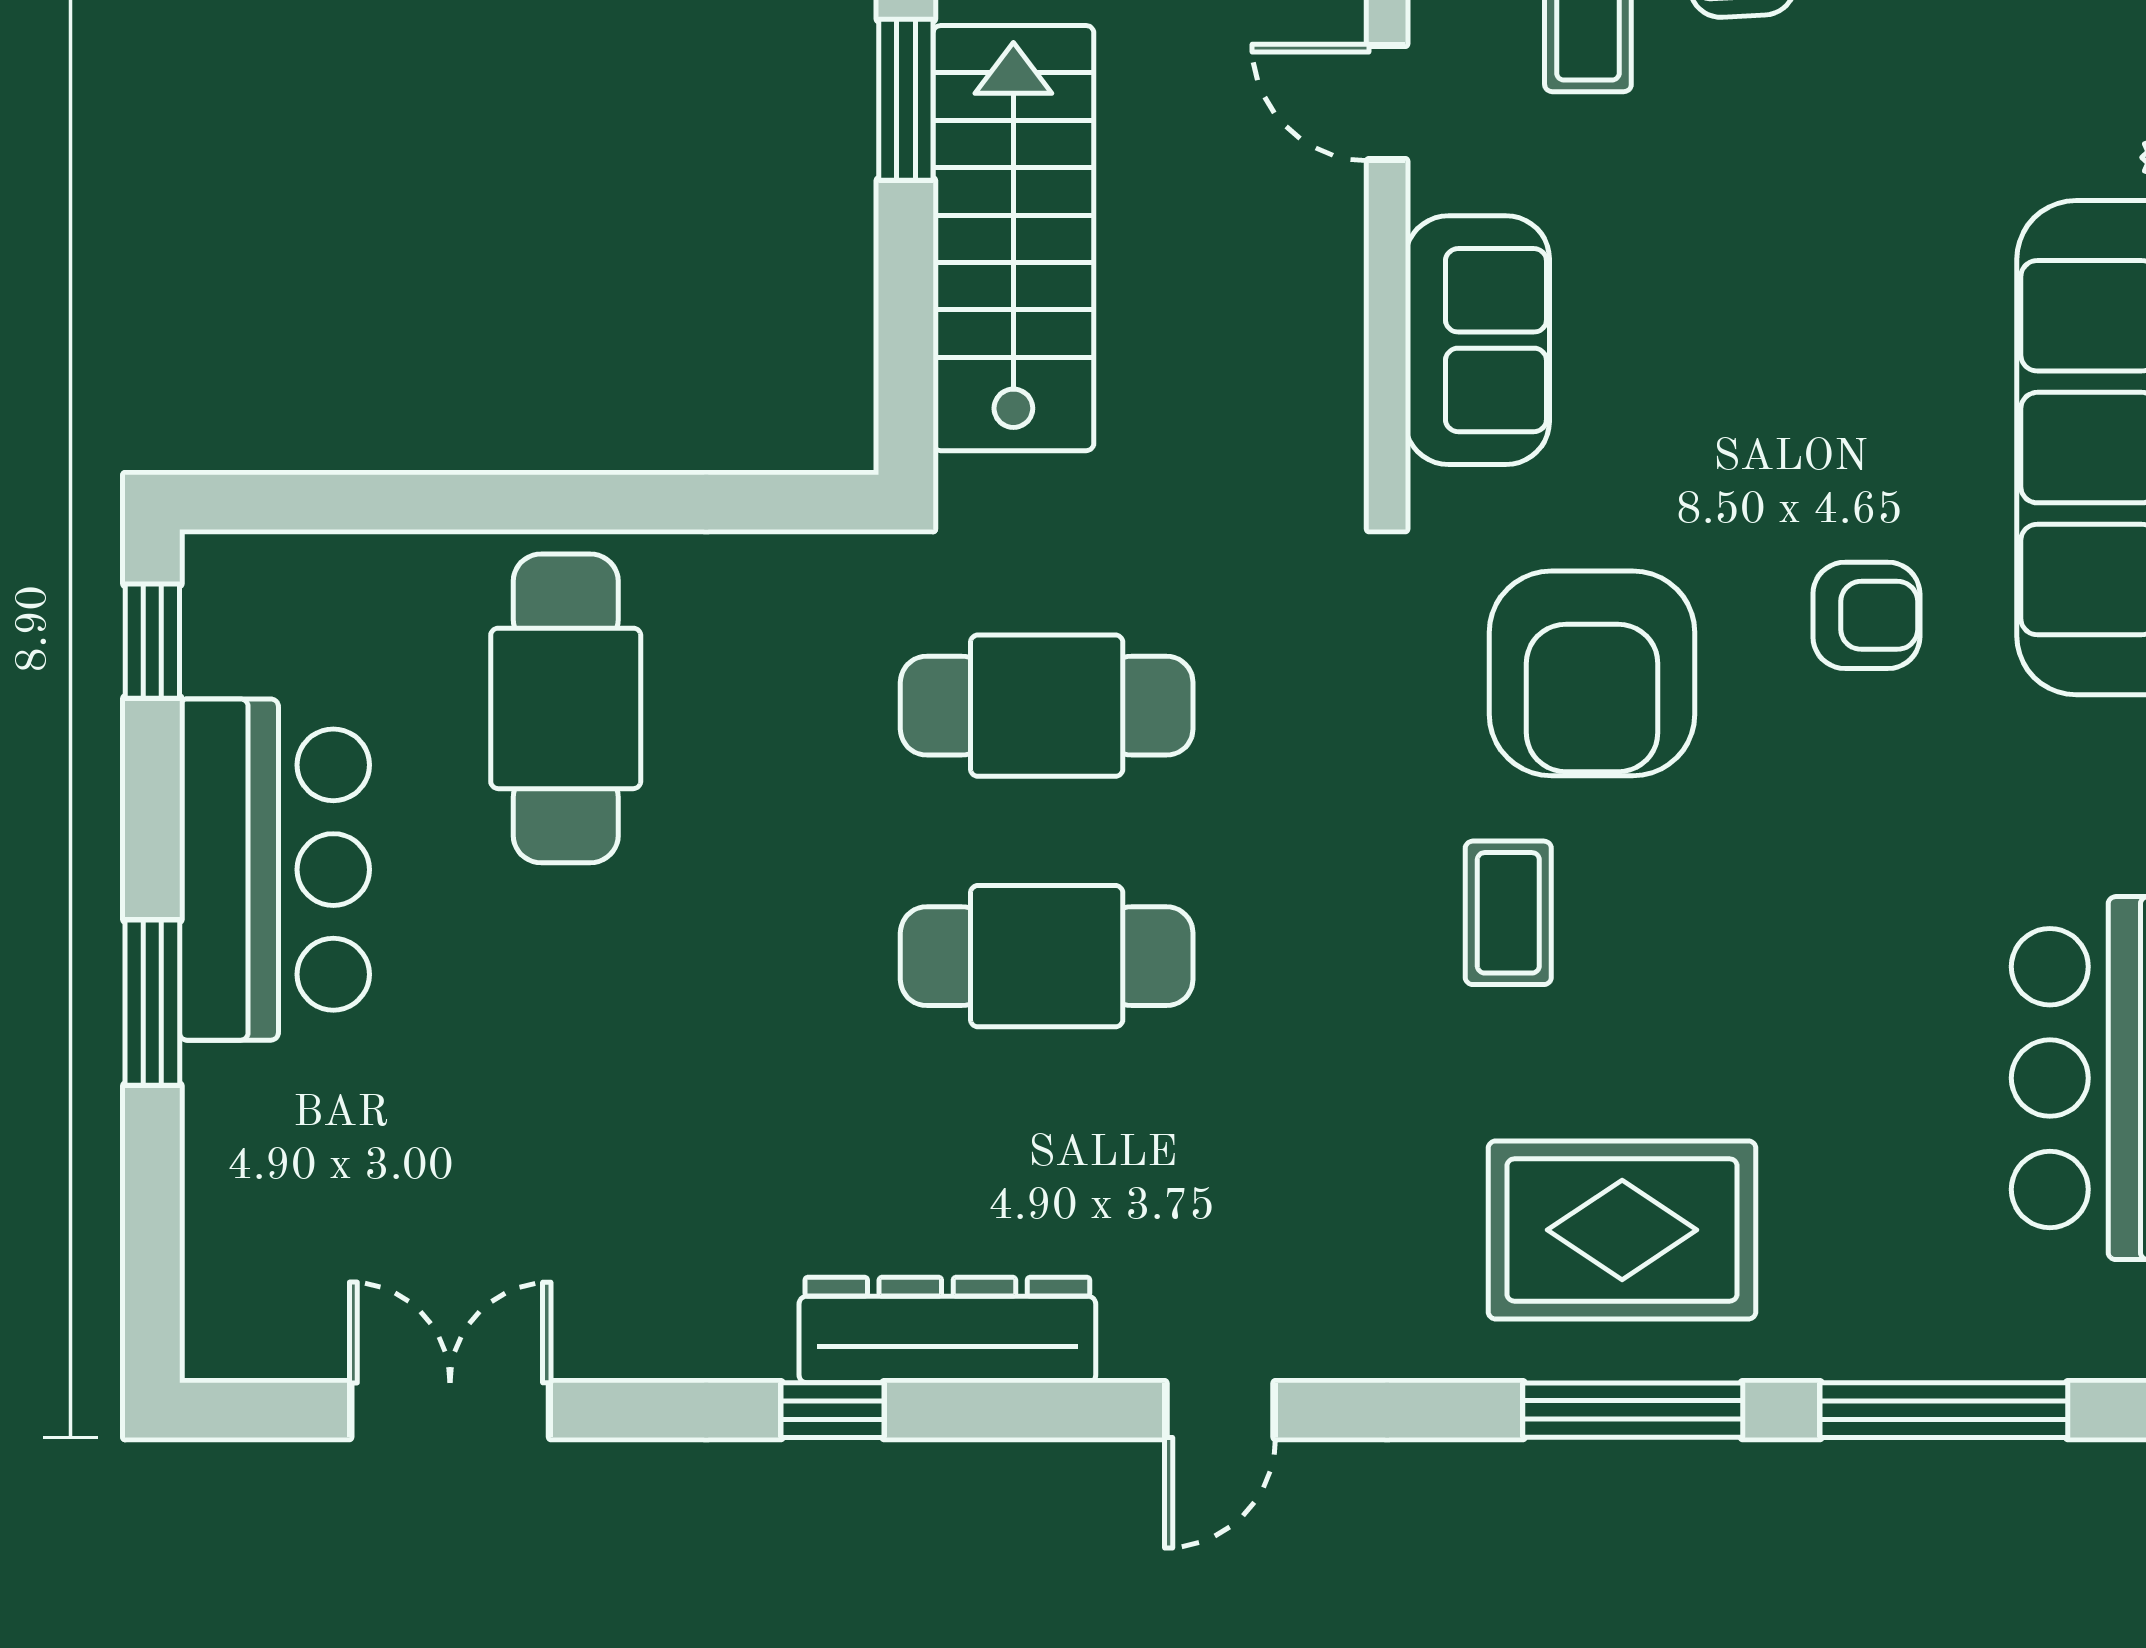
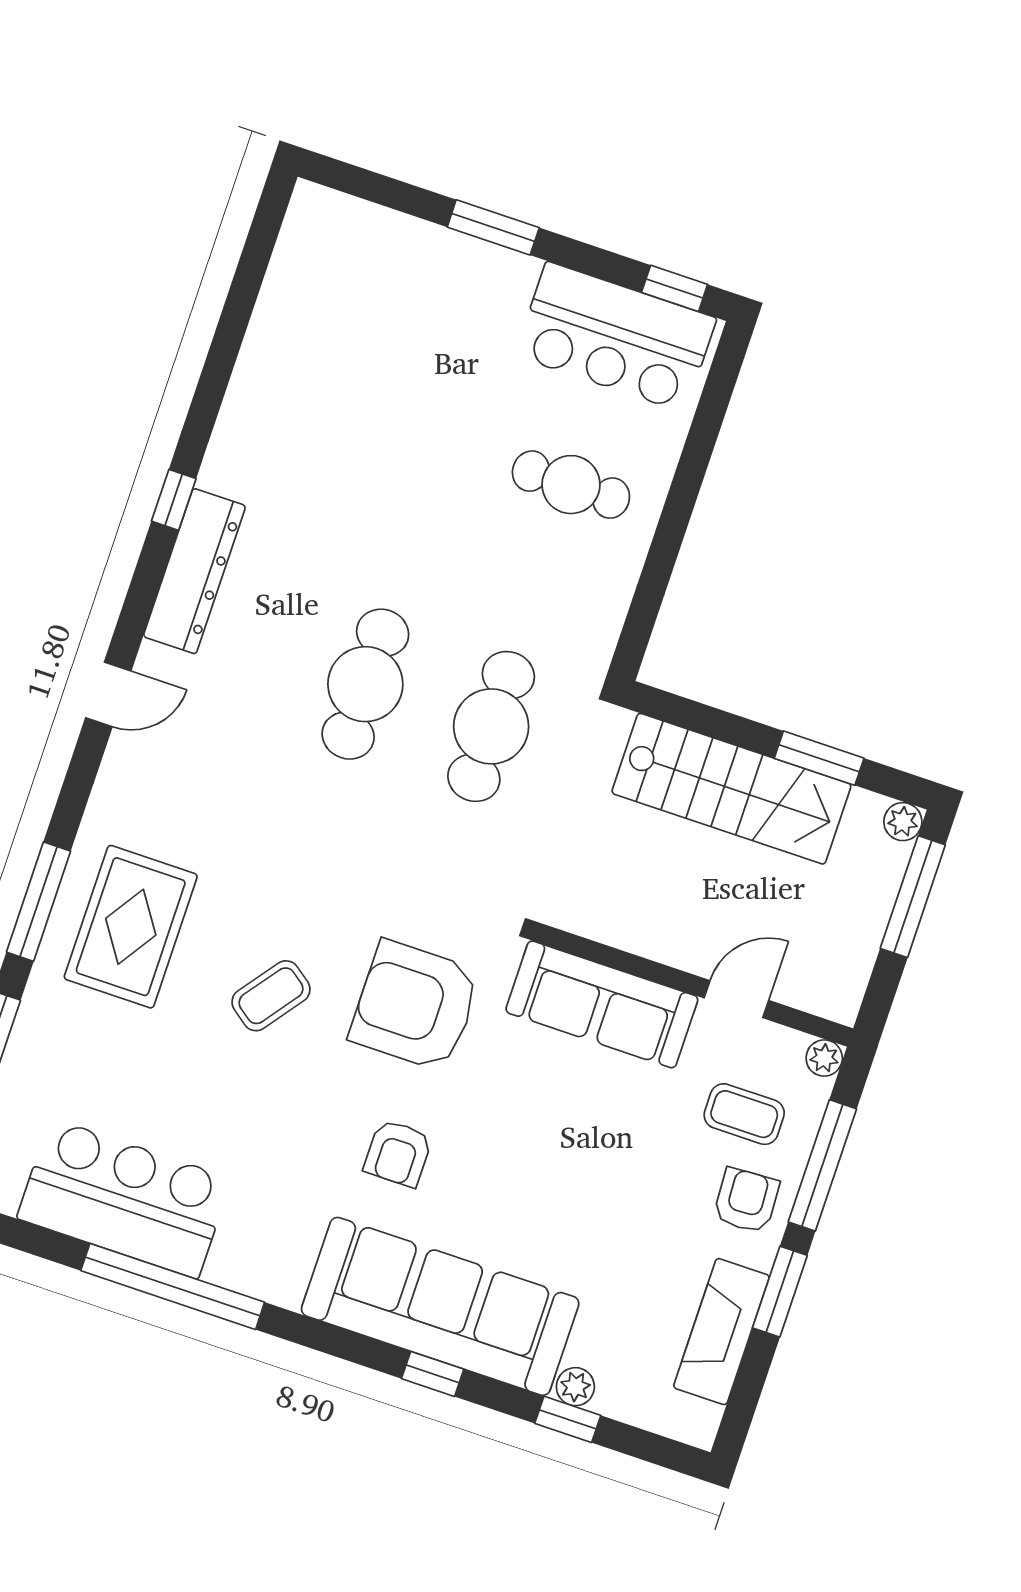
sofa: (1477, 340) -> (602, 1004), width x1.36
cafe table: (566, 708) -> (571, 485), width x0.73, depth x0.74
bar counter: (274, 870) -> (616, 337), moved
coffee table: (1508, 913) -> (271, 996), moved, turned -53
double door: (450, 1410) -> (238, 308), removed
door: (1220, 1410) -> (108, 694), swing flipped

